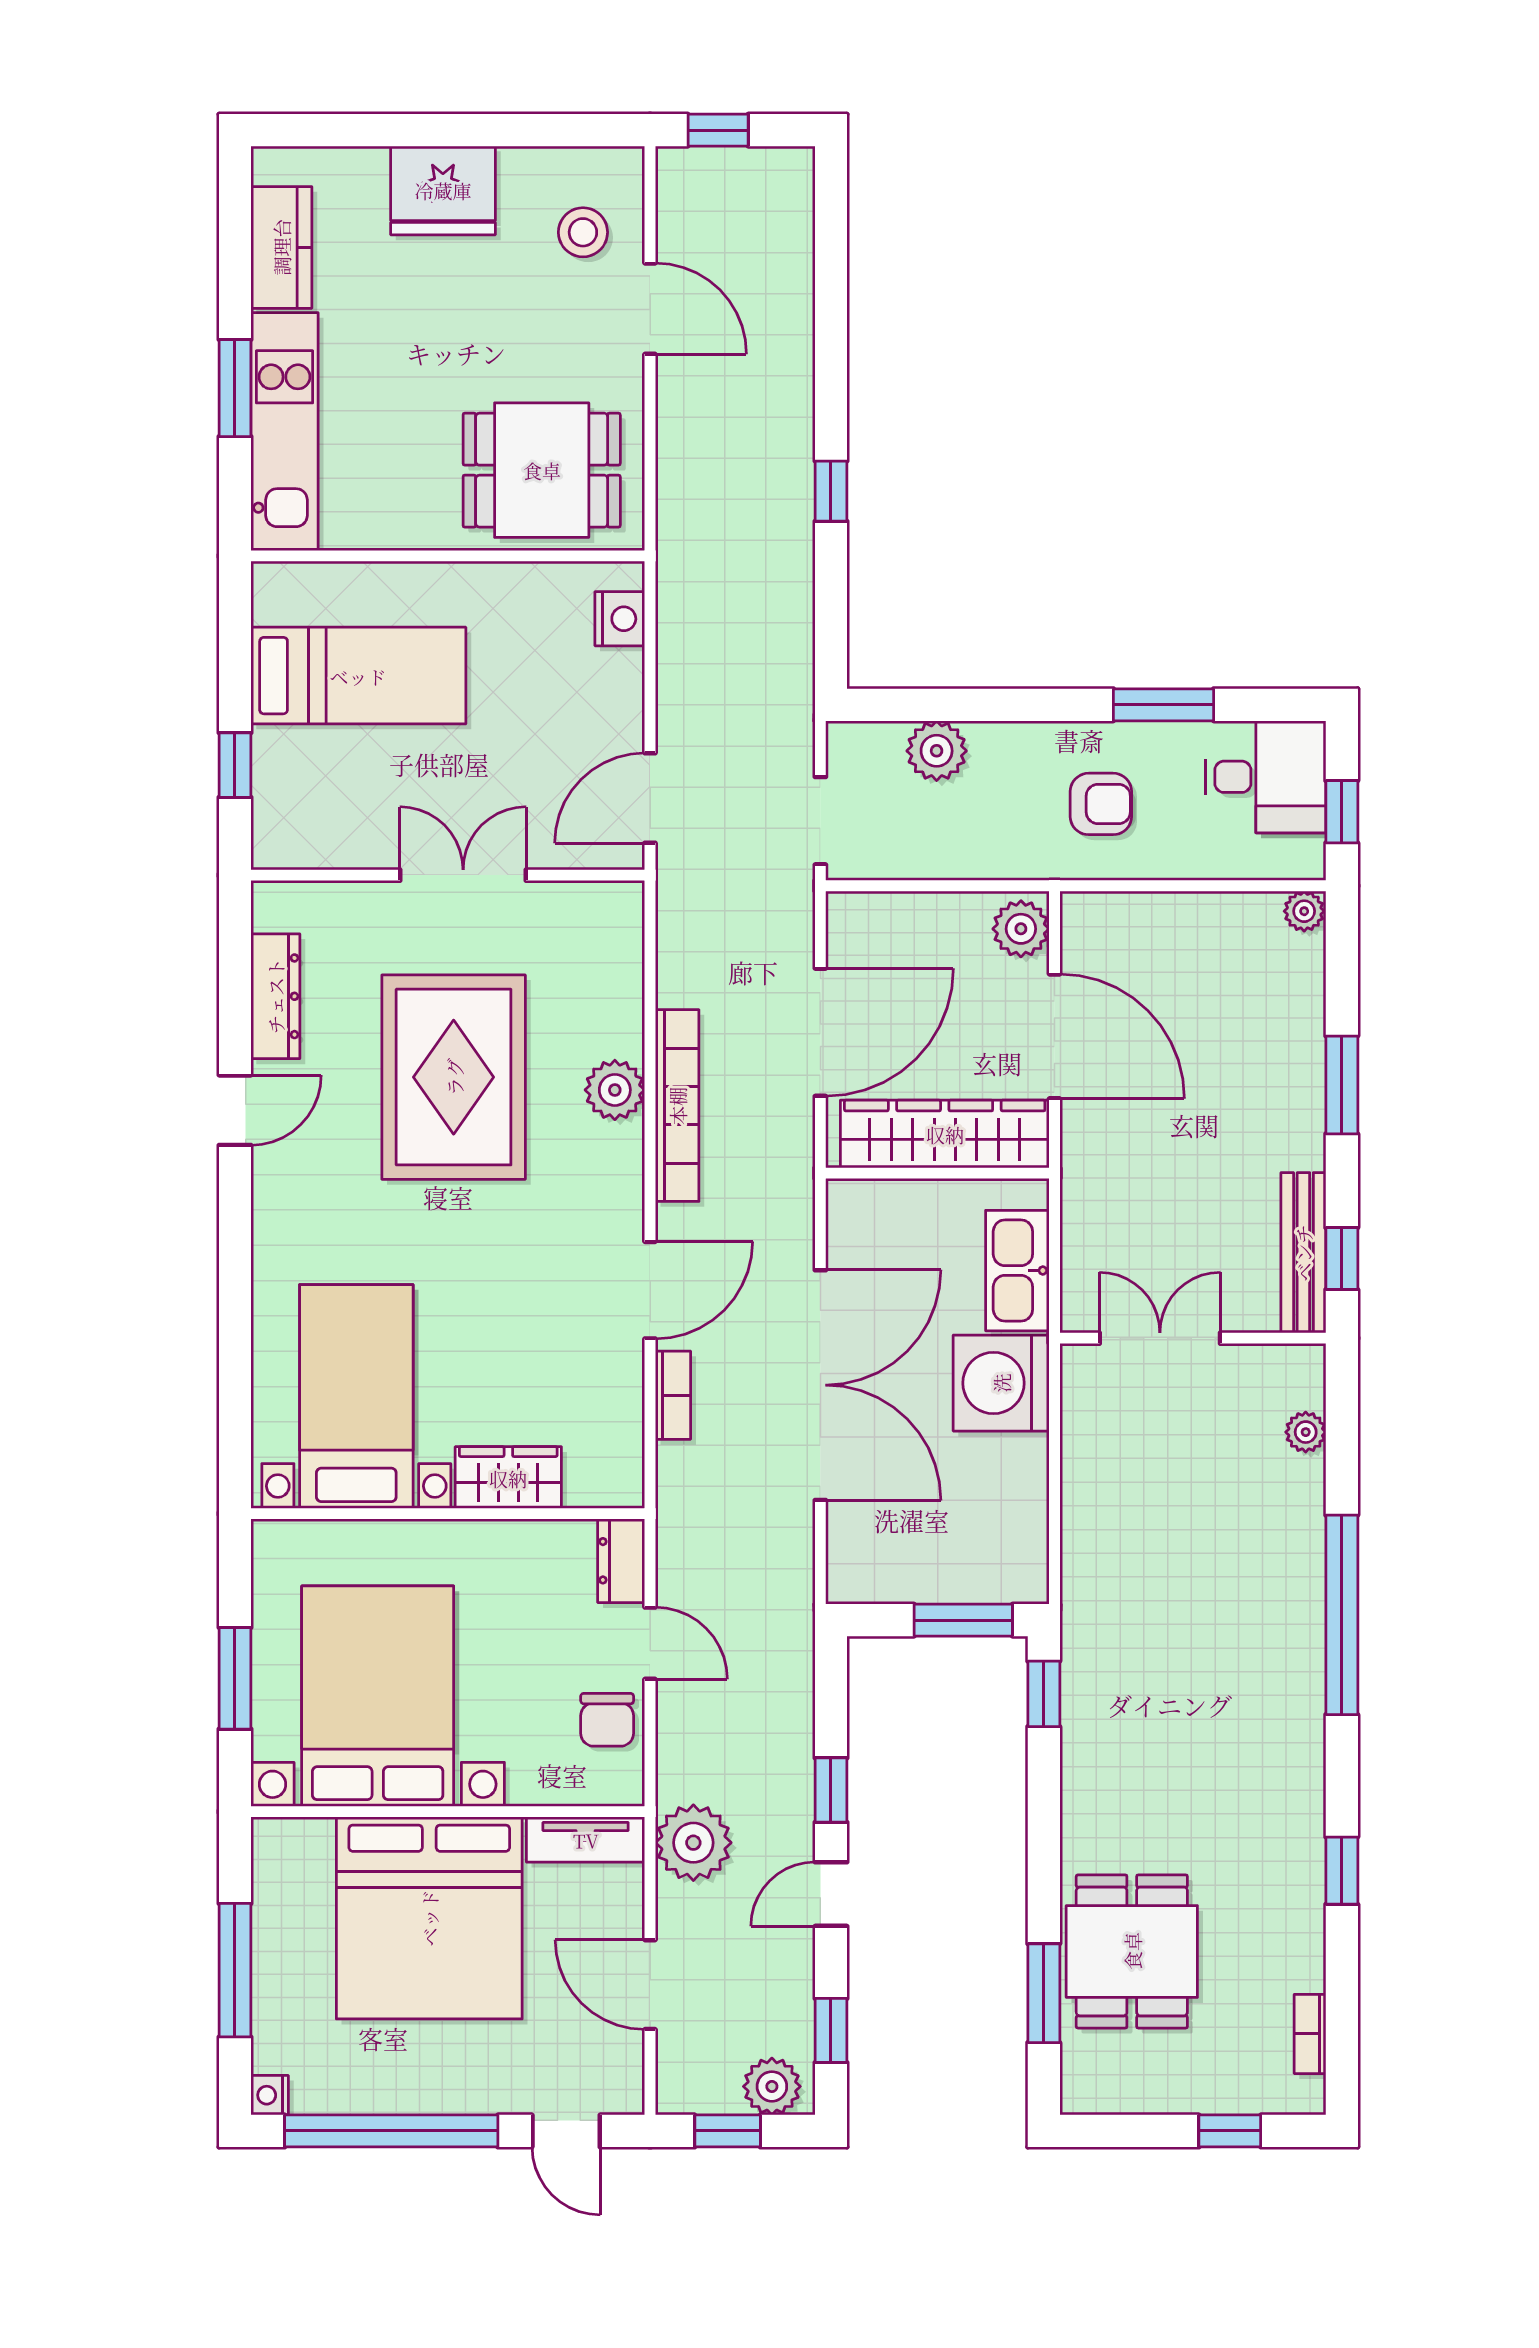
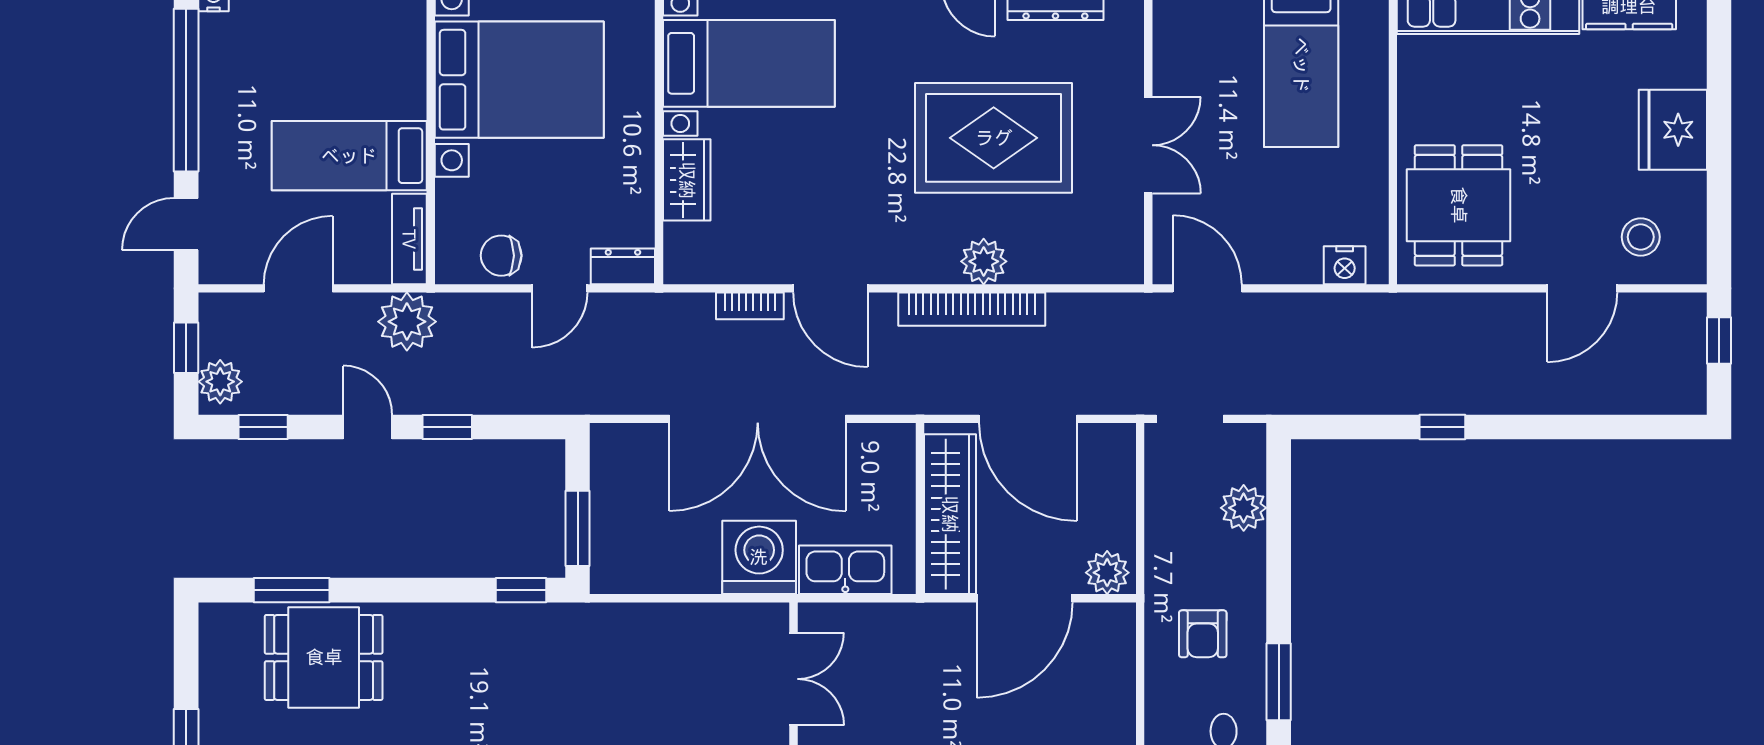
bed: (429, 1918) -> (349, 156), width x0.49

